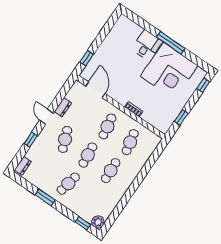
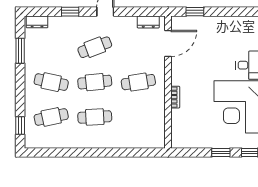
dresser: (63, 107) -> (148, 22), moved
window: (181, 117) -> (221, 153), moved
cafe table: (130, 142) -> (51, 117), moved
window: (45, 197) -> (20, 51), moved
plant: (98, 222) -> (32, 140), removed

